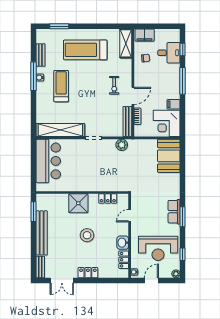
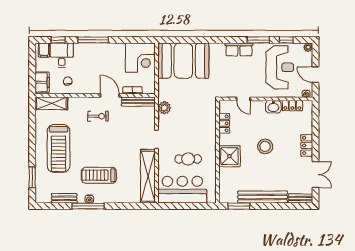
filing cabinet: (174, 104) -> (44, 50), moved
booth: (169, 156) -> (183, 61), width x1.36, depth x1.42
cafe table: (76, 166) -> (188, 159), added
window: (183, 217) -> (258, 40), moved

